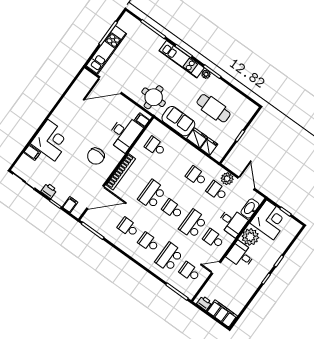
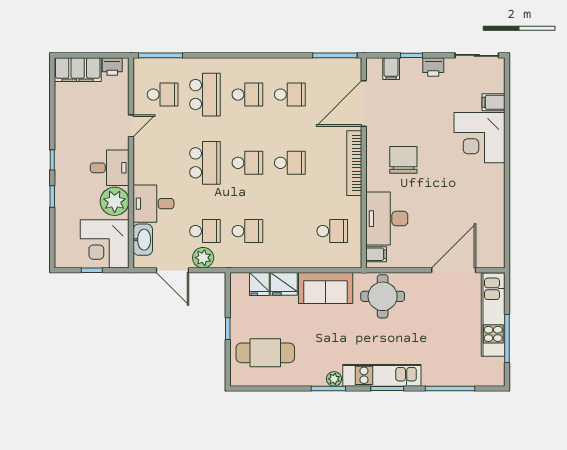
cafe table: (214, 108) -> (265, 353), moved
school desk: (152, 194) -> (290, 163), width x0.54
school desk: (214, 239) -> (163, 163), removed

